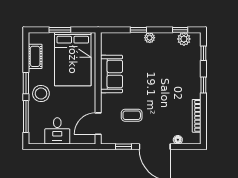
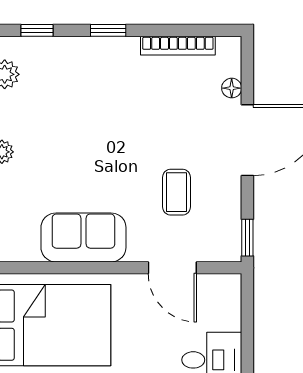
door: (98, 124) -> (172, 268), moved
window: (124, 147) -> (247, 238), moved

